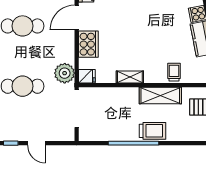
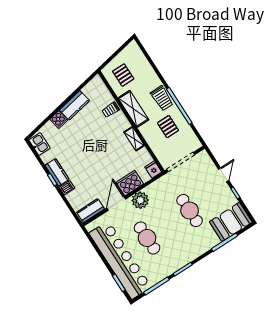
door: (77, 18) -> (116, 204), swing flipped
plant: (65, 73) -> (140, 200), moved
pallet: (120, 119) -> (168, 127), added
trolley: (153, 131) -> (162, 98), turned 180

